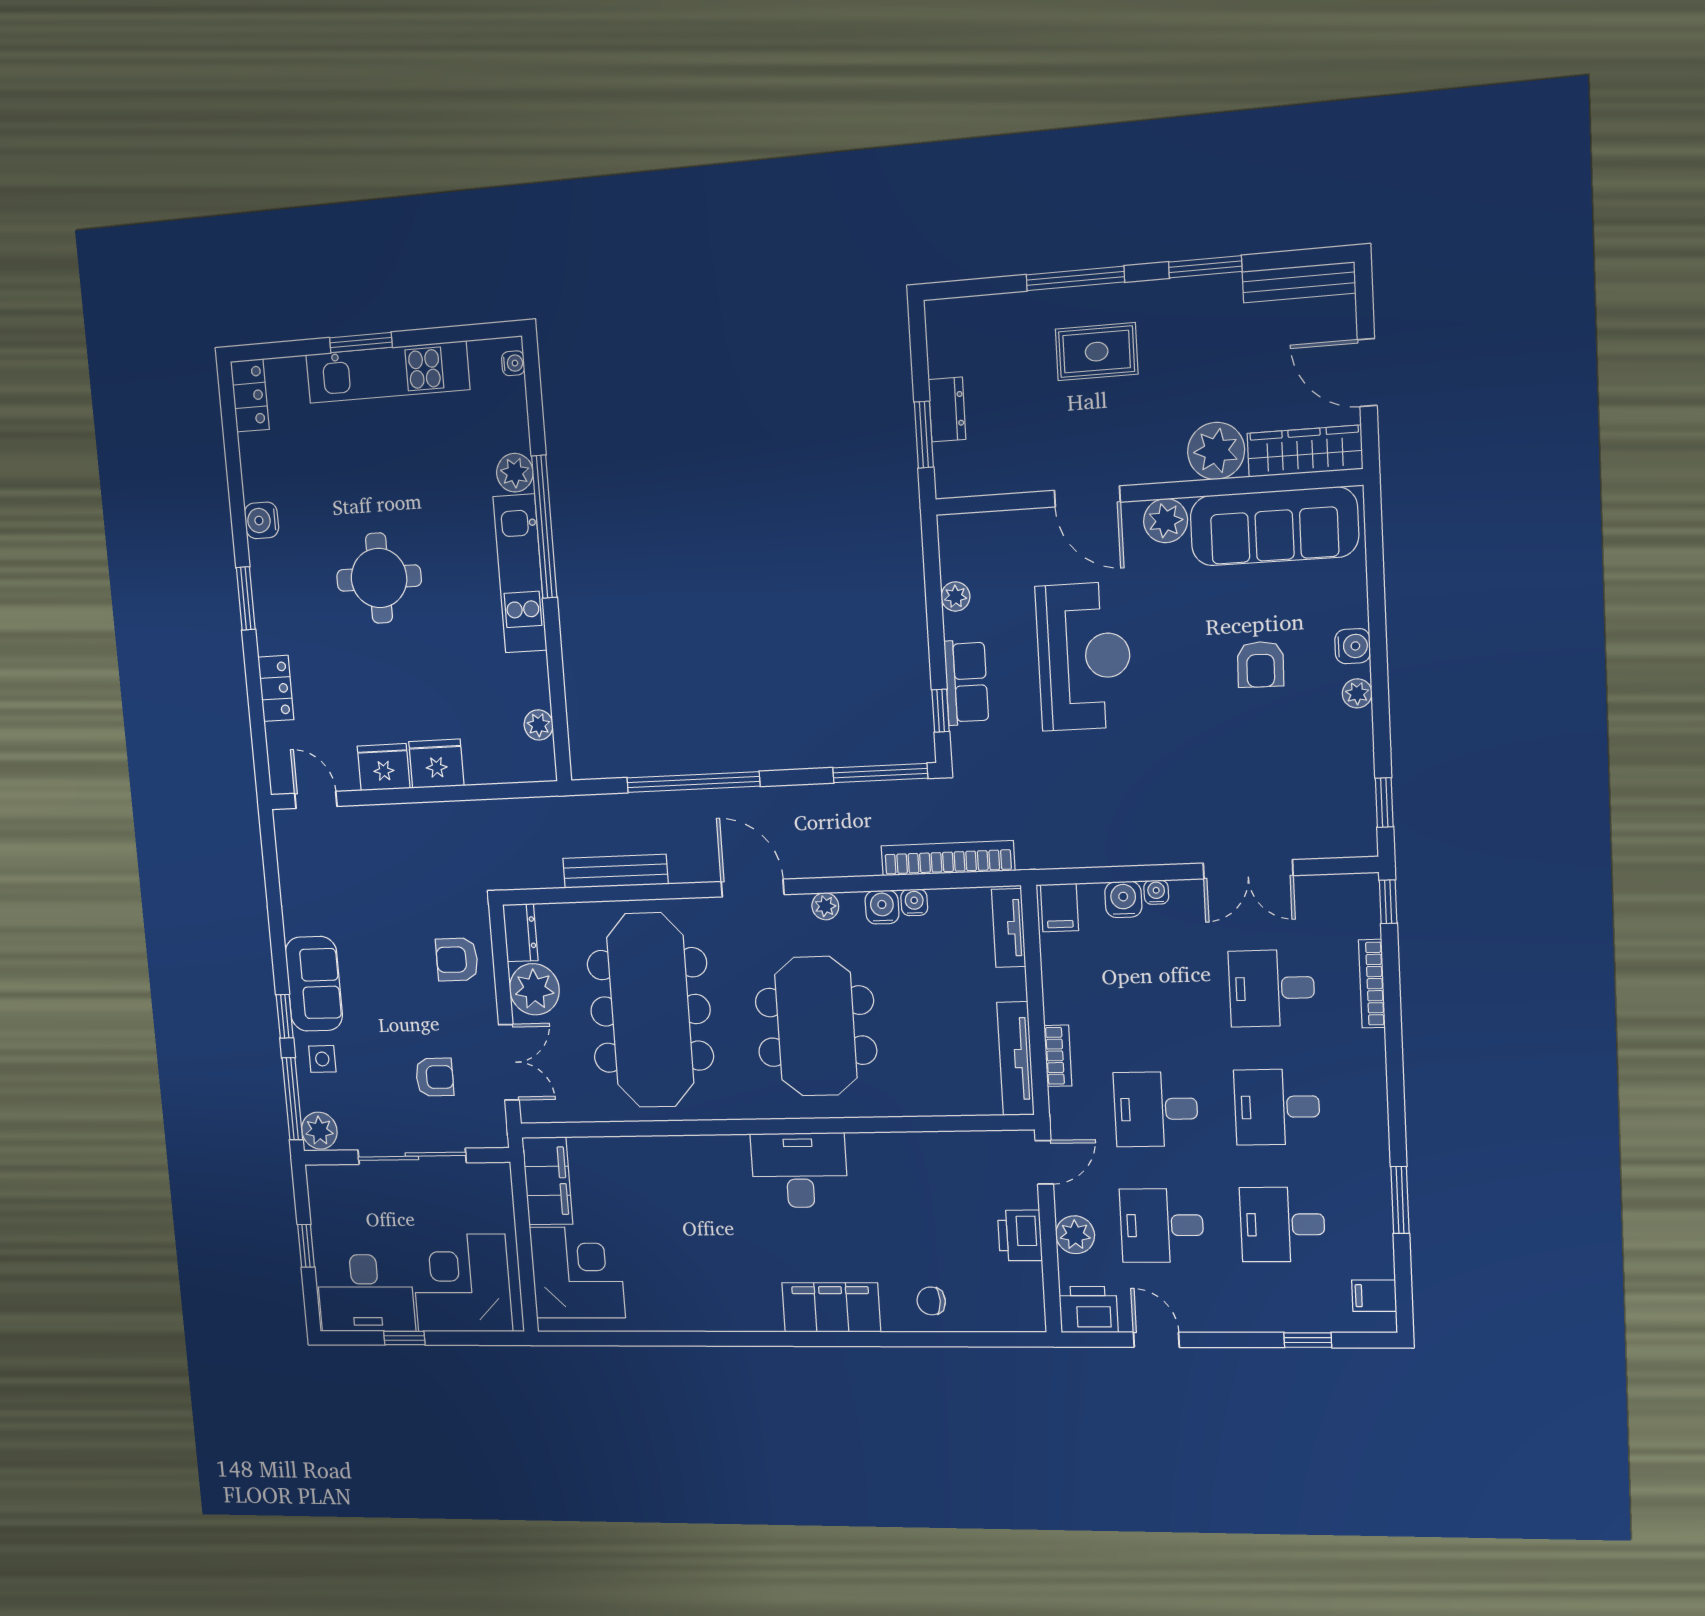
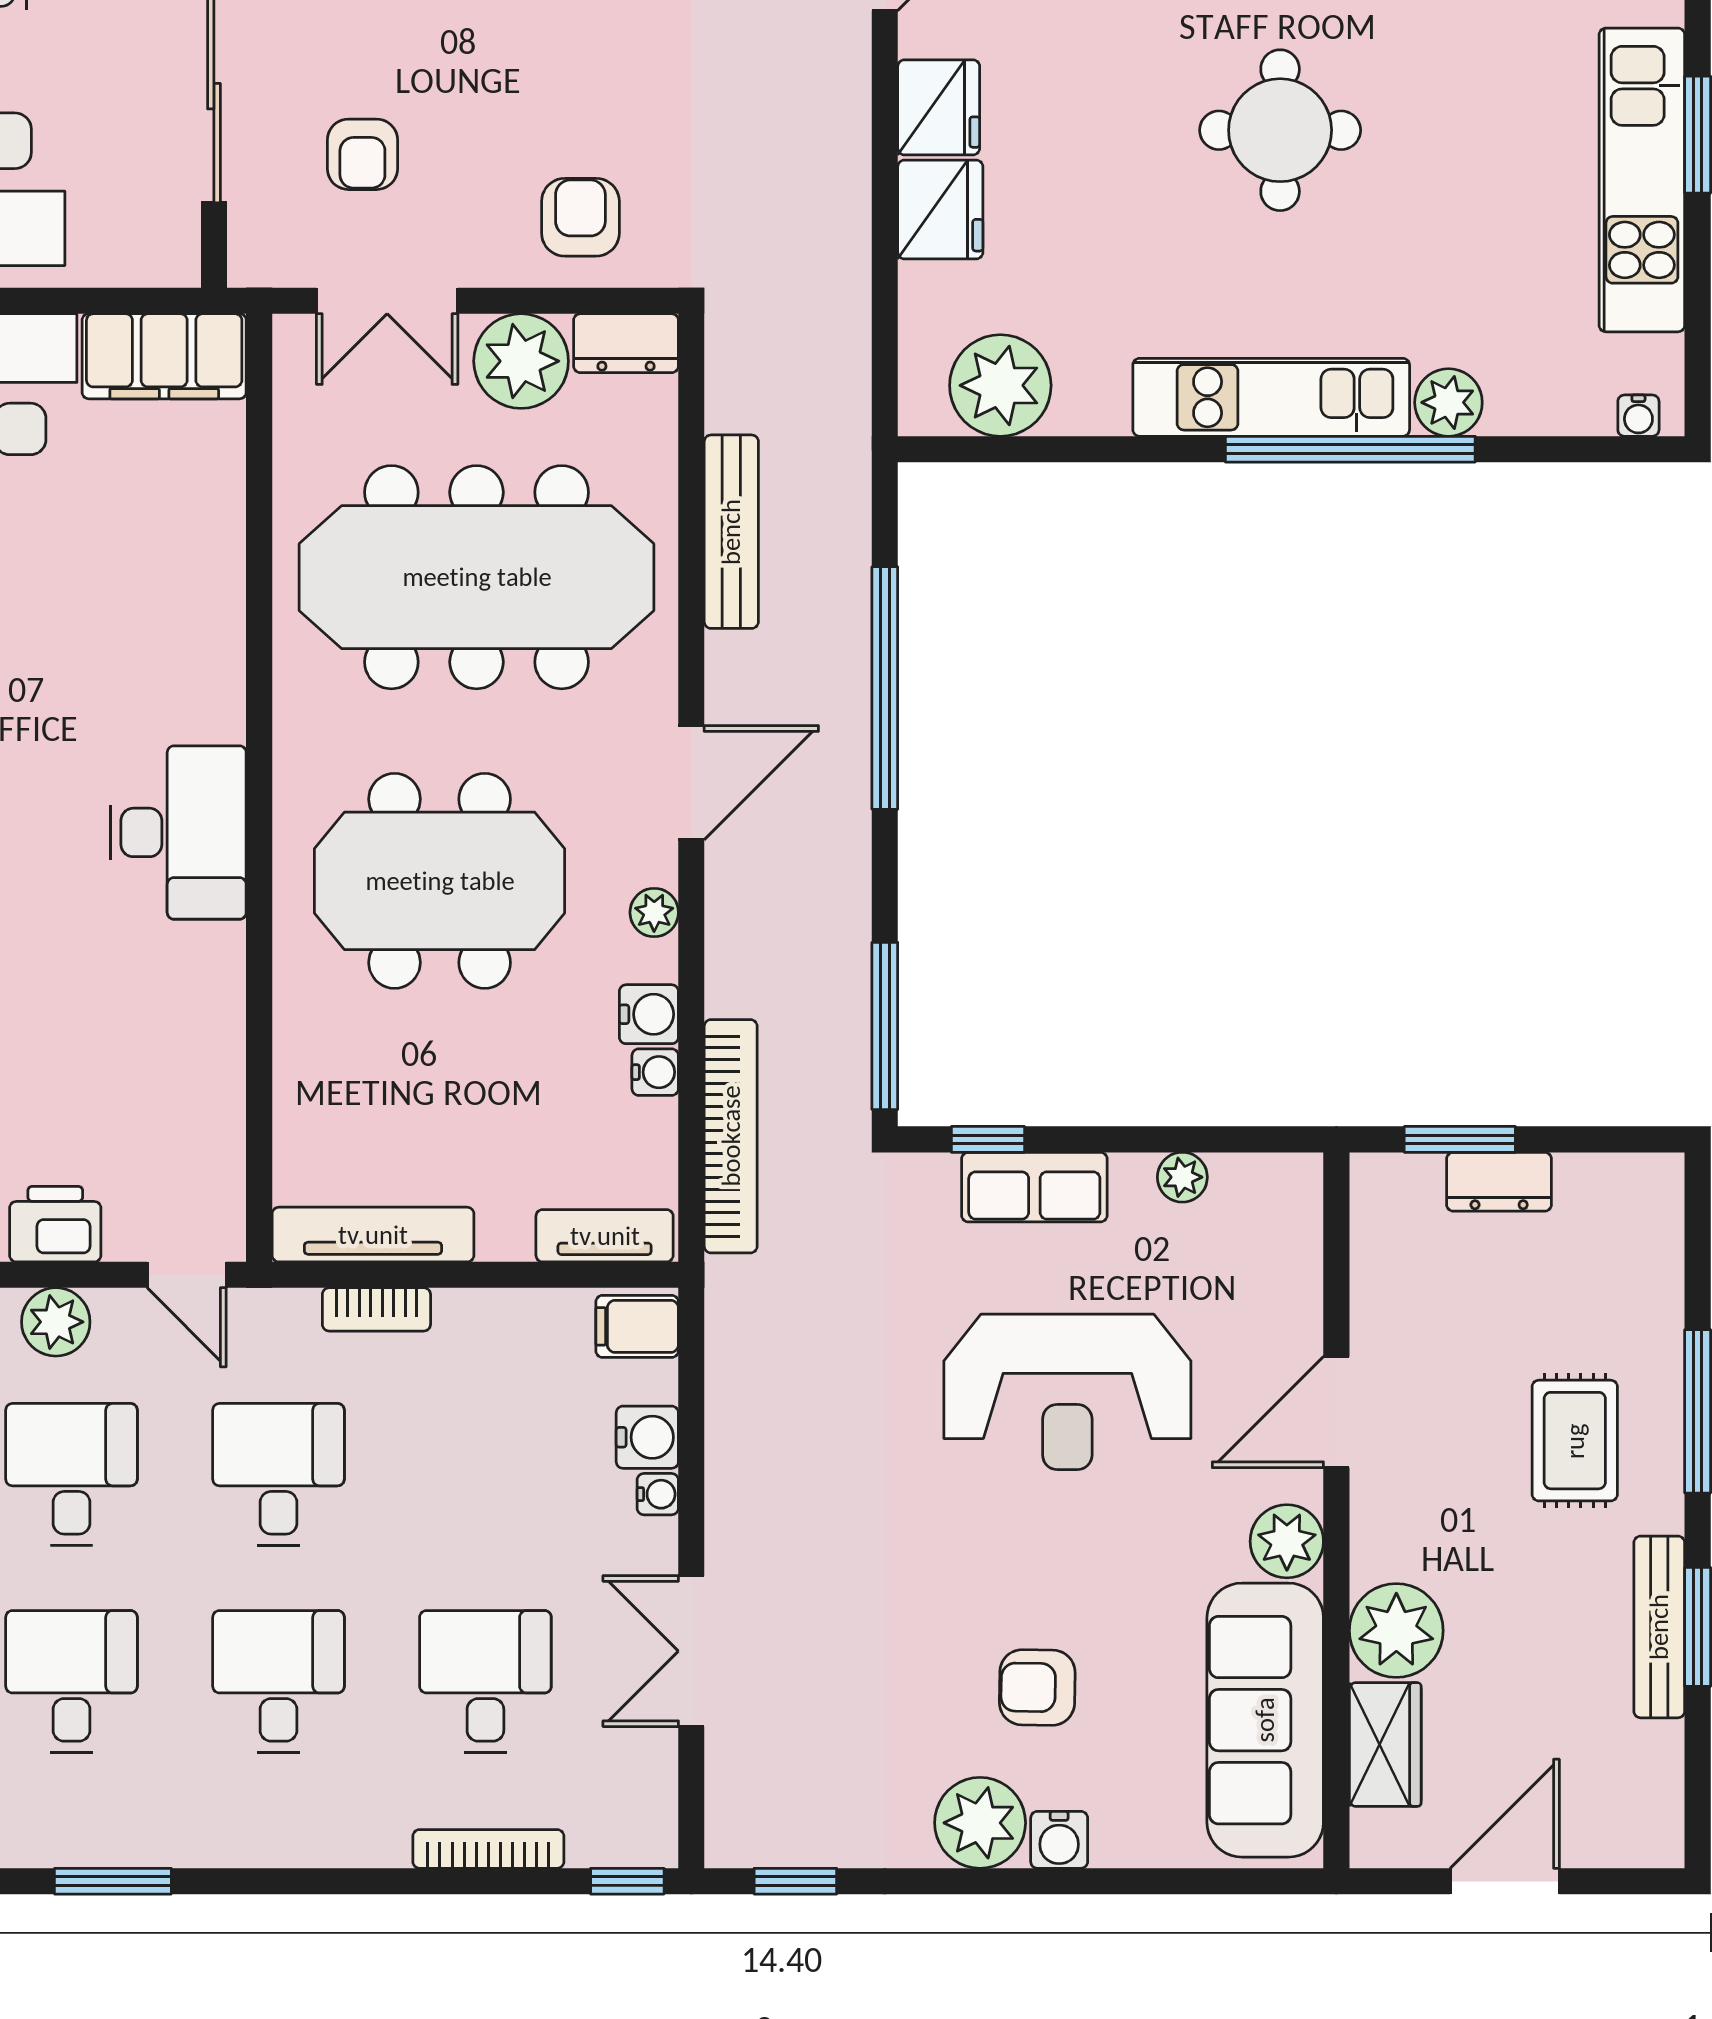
bench: (1299, 282) -> (1659, 1627), moved
wardrobe: (1305, 451) -> (1385, 1745), width x0.67
plant: (1357, 693) -> (980, 1823), width x1.88, depth x1.88
plant: (539, 725) -> (1000, 385), width x1.87, depth x1.87

